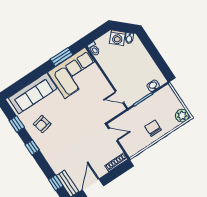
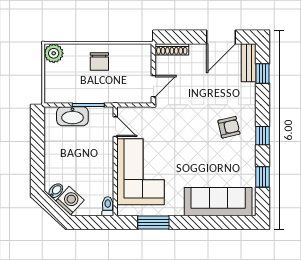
corner sofa: (75, 73) -> (141, 172), moved, turned 90
washbasin: (153, 86) -> (72, 116), width x1.91, depth x1.45
armchair: (42, 124) -> (229, 127), moved
door: (113, 135) -> (153, 86), swing flipped

